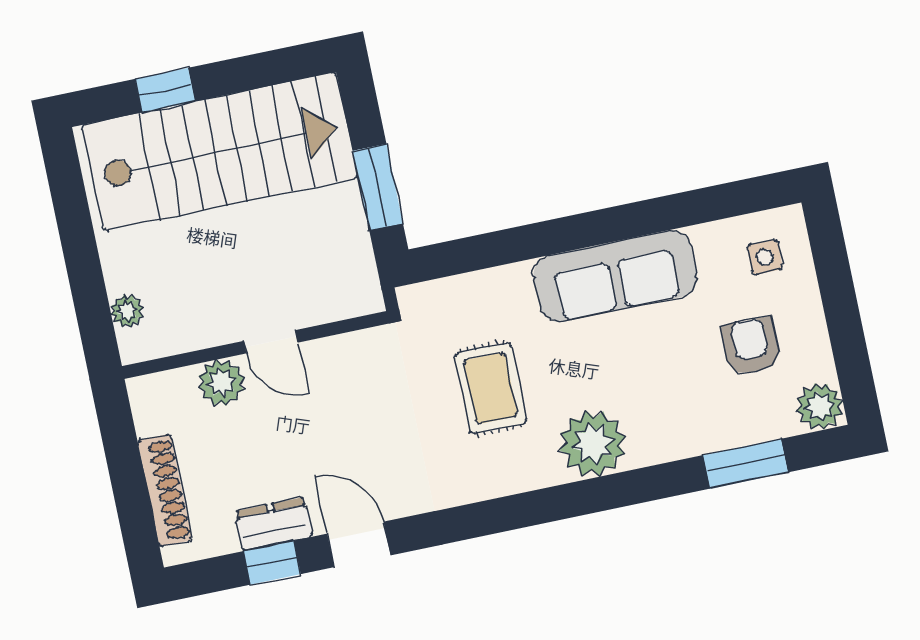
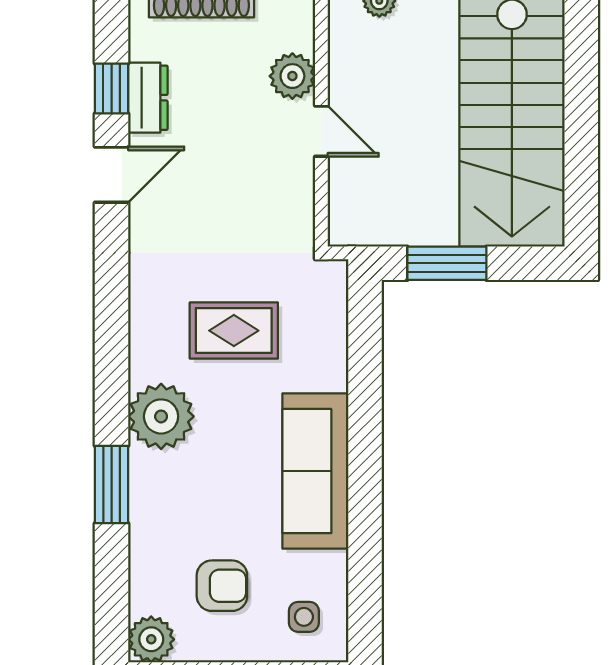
window: (165, 90) -> (581, 81), removed
door: (271, 342) -> (321, 131), swing flipped
window: (745, 464) -> (112, 485), moved

